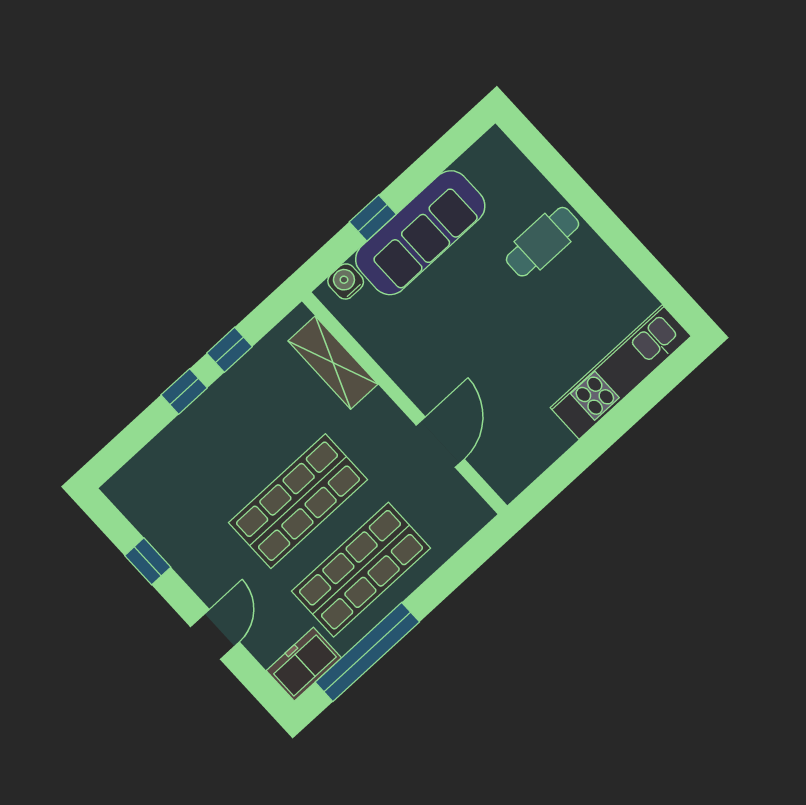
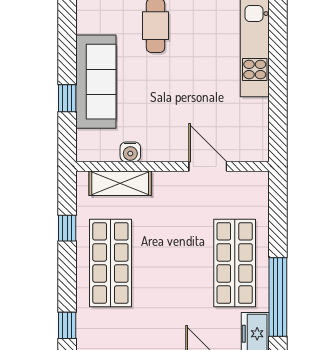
water cooler: (346, 281) -> (130, 152), moved, turned -90
window: (184, 391) -> (67, 325), moved
shop shelf: (298, 501) -> (110, 263), moved

